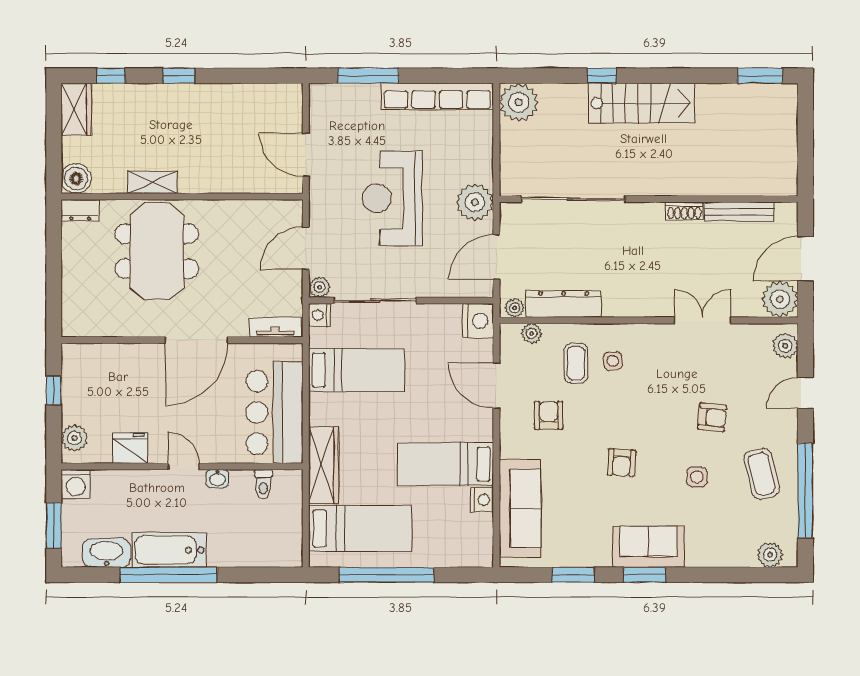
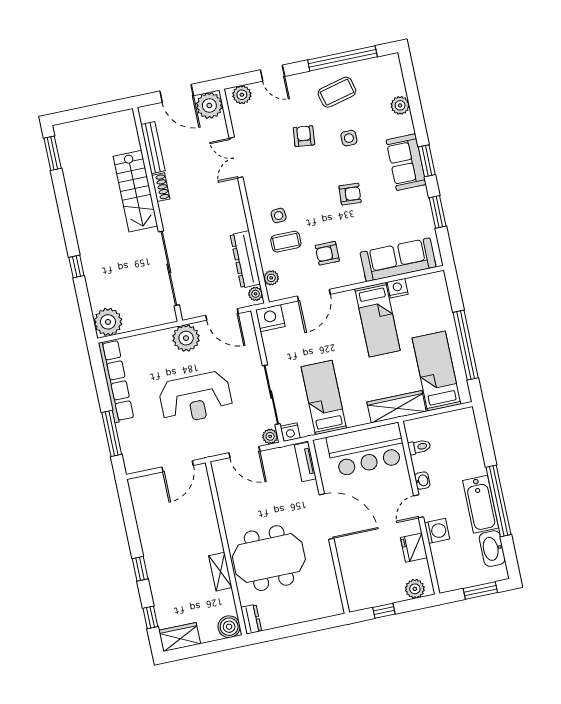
stairs: (641, 103) -> (135, 191), moved, turned 180
washing machine: (76, 484) -> (437, 531), moved
plant: (770, 555) -> (400, 105), moved

